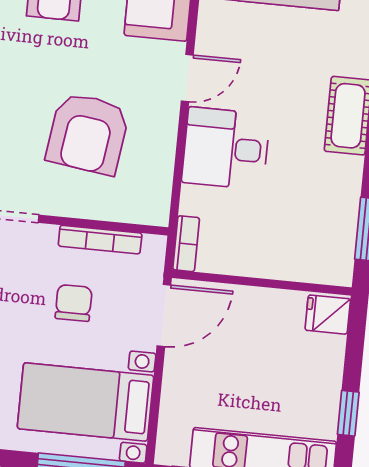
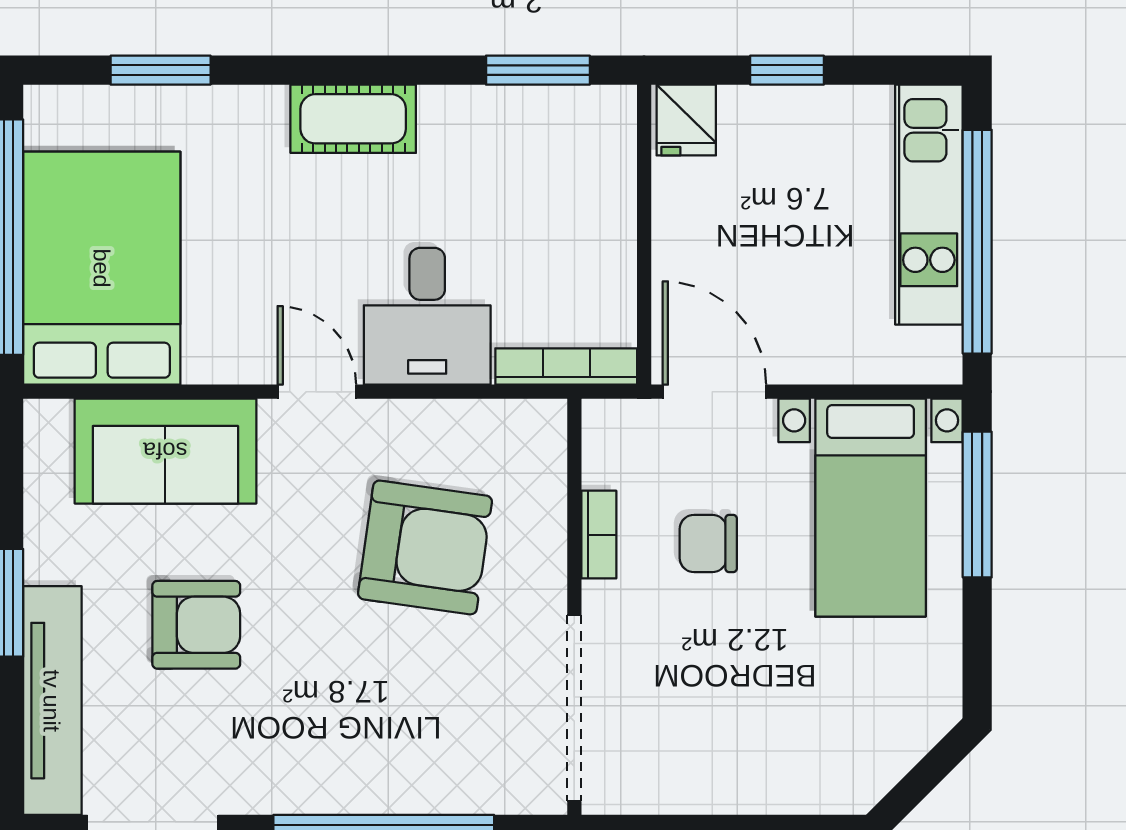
bookcase: (100, 240) -> (599, 535), width x0.64
bookcase: (186, 244) -> (566, 367), width x1.56
window: (348, 413) -> (787, 70), moved

